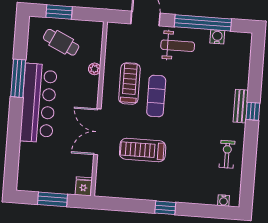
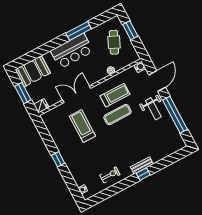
water cooler: (217, 37) -> (140, 67), moved
bar counter: (38, 103) -> (72, 51), width x0.73
booth: (33, 169) -> (33, 71), added

